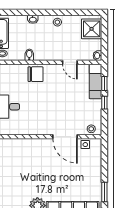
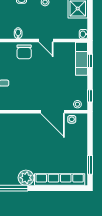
door: (70, 62) -> (46, 41), moved
chair: (36, 74) -> (24, 52), turned 90
window: (104, 103) -> (90, 96), moved

